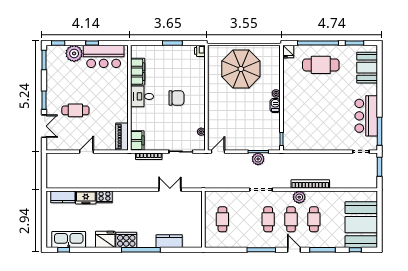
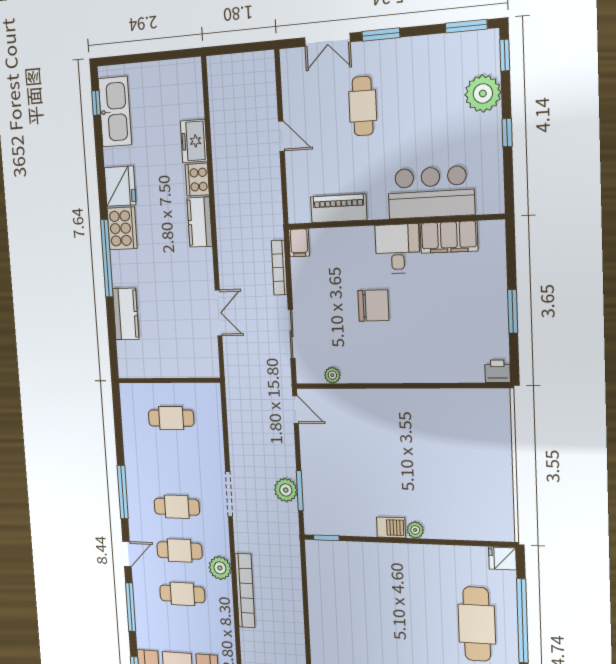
bar counter: (104, 56) -> (431, 192), moved, turned 90
parasol: (241, 69) -> (462, 458), removed
chair: (176, 98) -> (373, 306), moved, turned -90
piano: (122, 137) -> (339, 208), moved
filing cabinet: (137, 140) -> (299, 243), width x0.50
kitchen counter: (63, 197) -> (200, 222), moved

